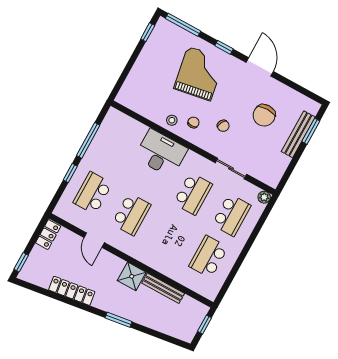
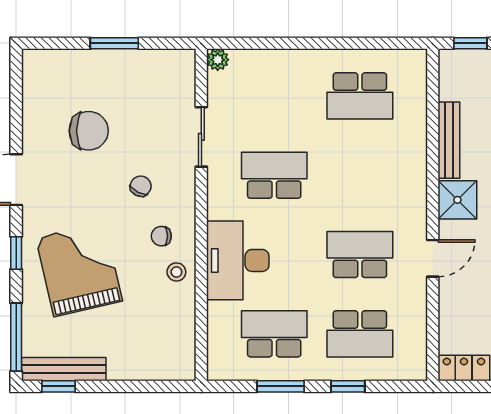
grand piano: (199, 74) -> (79, 269), turned 87
window: (311, 131) -> (114, 43), moved
bench: (298, 134) -> (64, 369), moved
window: (88, 140) -> (281, 386), width x0.69
school desk: (231, 215) -> (274, 334), moved
door: (94, 240) -> (433, 258), moved

